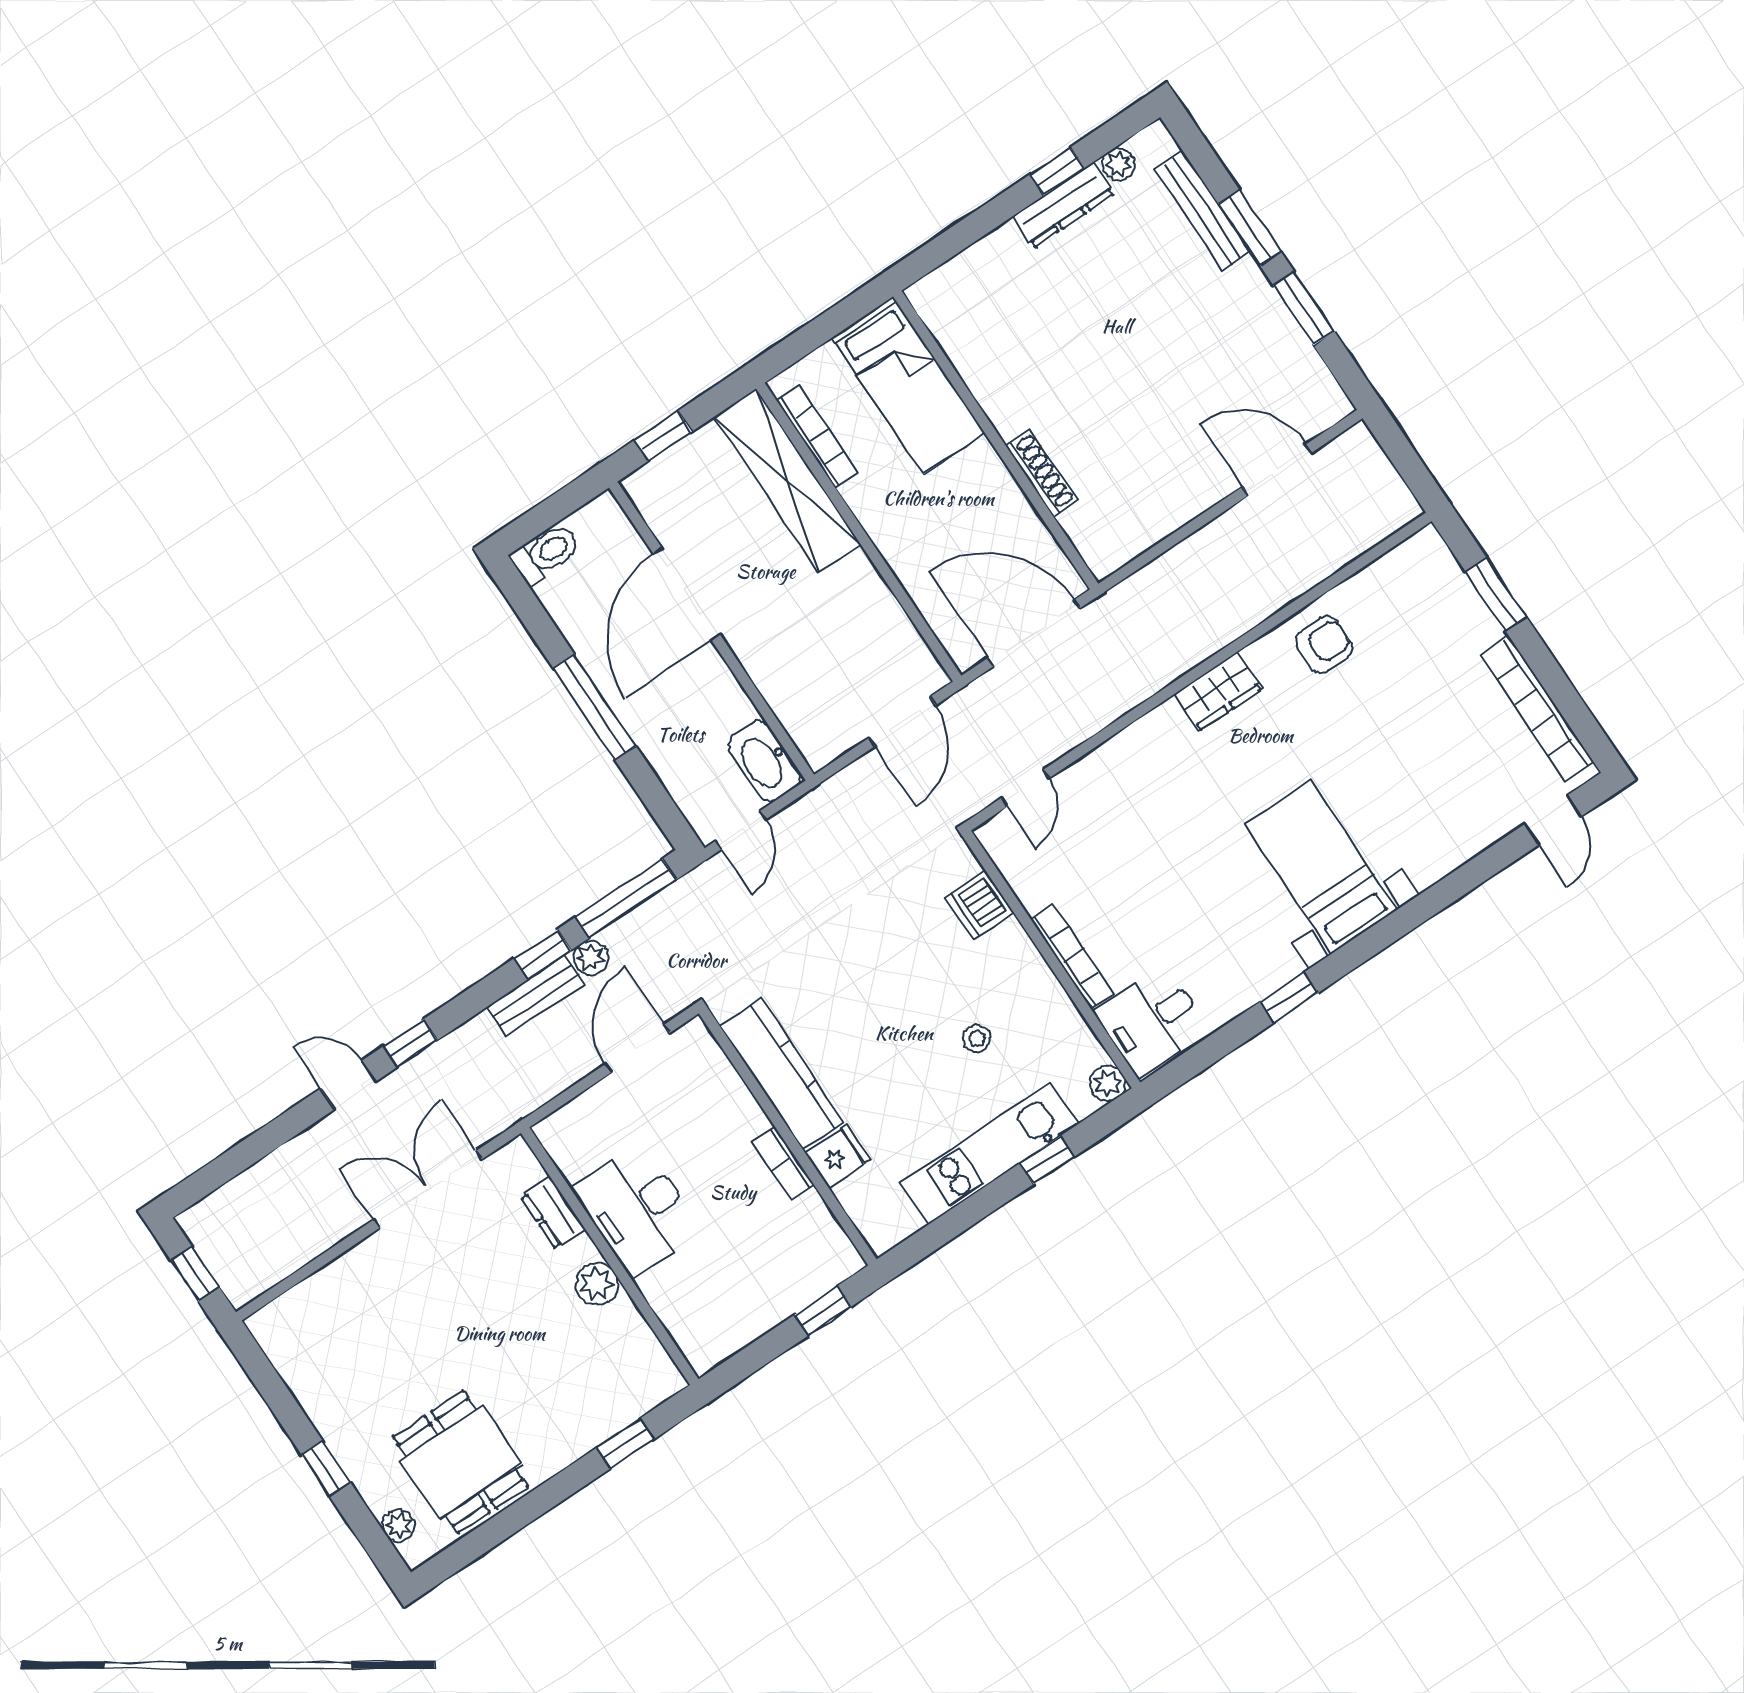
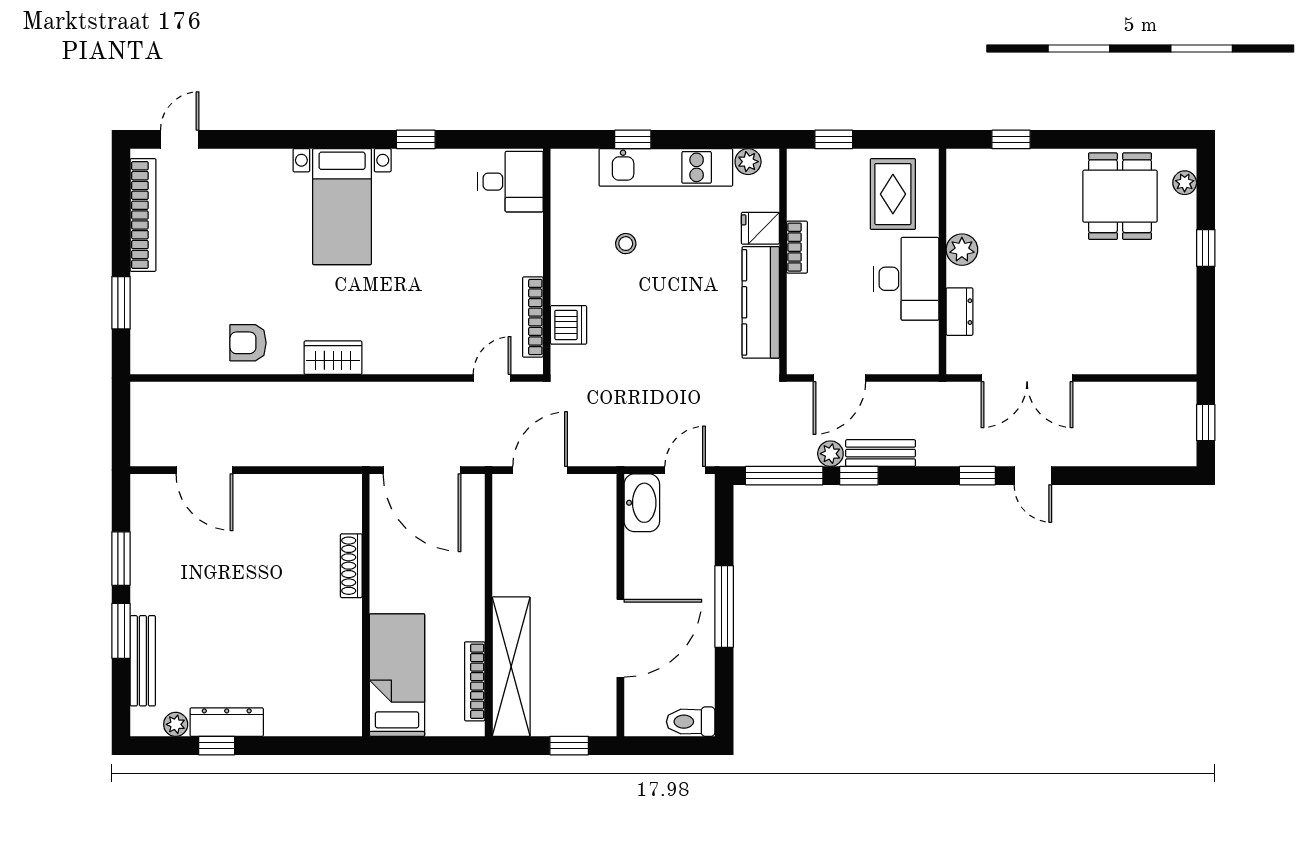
bookcase: (1072, 957) -> (533, 317), moved
plant: (1108, 1083) -> (748, 162), moved
rug: (716, 1294) -> (893, 194), added

